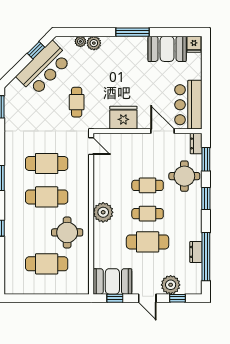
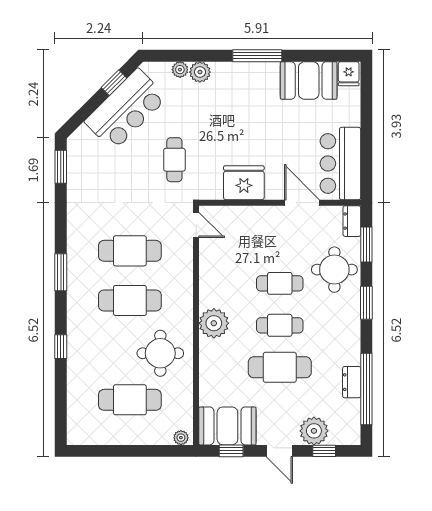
plant: (81, 289) -> (181, 438), added

